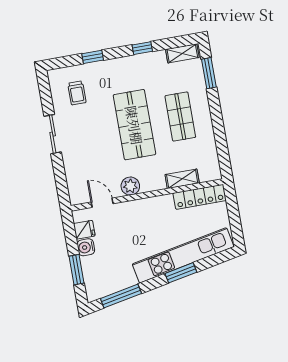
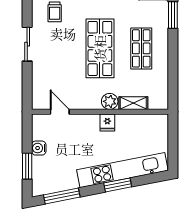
plant: (130, 186) -> (110, 101), moved
locker: (200, 197) -> (146, 121), removed
fridge: (84, 230) -> (107, 122), moved, turned 90

